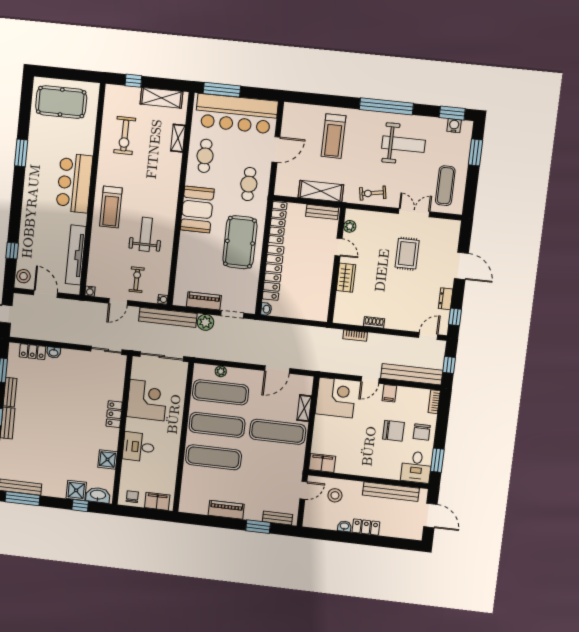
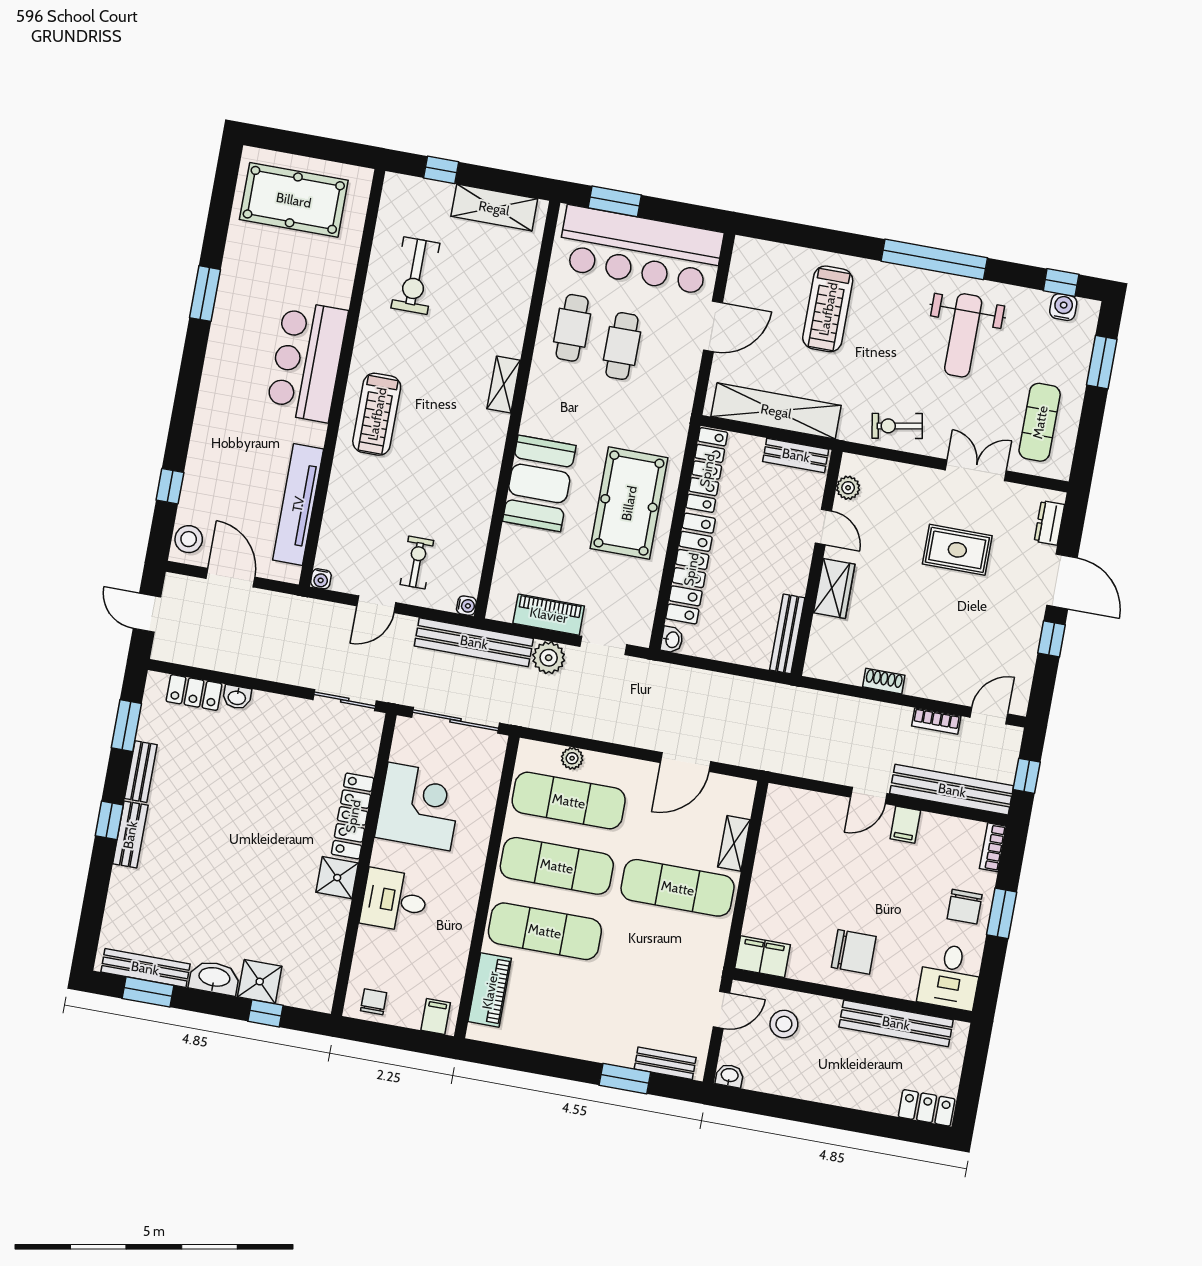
window: (222, 90) -> (615, 201), width x0.69
window: (452, 113) -> (1061, 283), width x0.67
shelving: (178, 138) -> (504, 384), moved
weight bench: (404, 144) -> (963, 335), turned 90
cafe table: (249, 184) -> (622, 346), moved
shelving: (321, 191) -> (776, 411), width x1.47
booth: (197, 209) -> (539, 483), moved
weight bench: (146, 234) -> (442, 474), removed
rug: (407, 254) -> (957, 550), turned 90
dresser: (446, 299) -> (1049, 523), moved
bench: (324, 302) -> (787, 634), added
window: (455, 317) -> (1051, 639), moved
bookcase: (355, 335) -> (936, 721), moved
corner desk: (336, 398) -> (798, 826), removed
locker: (114, 414) -> (353, 816), width x1.53
chair: (393, 431) -> (854, 952), moved
shower: (108, 459) -> (337, 878), moved
window: (437, 460) -> (1002, 913), moved
washbasin: (98, 495) -> (214, 978), moved
window: (23, 499) -> (148, 992), width x0.69
filing cabinet: (157, 501) -> (436, 1016), width x0.50
piano: (226, 510) -> (490, 990), moved, turned 90
door: (430, 515) -> (972, 1077), removed
washbasin: (344, 526) -> (730, 1076), moved
locker: (366, 527) -> (927, 1108), moved

